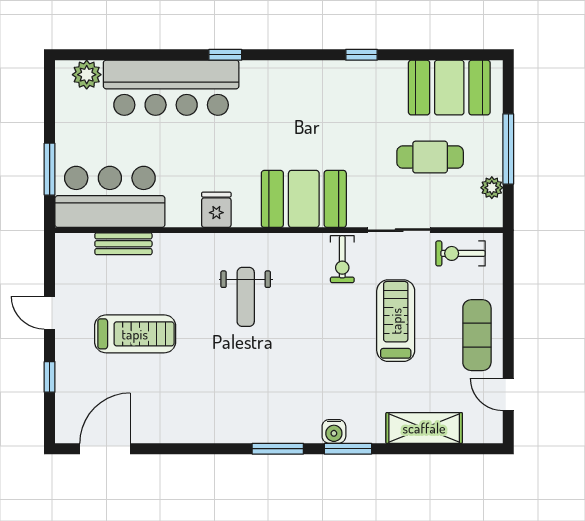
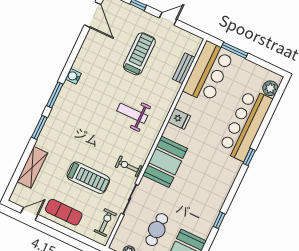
treadmill: (135, 334) -> (139, 54), turned 180
water cooler: (334, 431) -> (73, 76), moved

